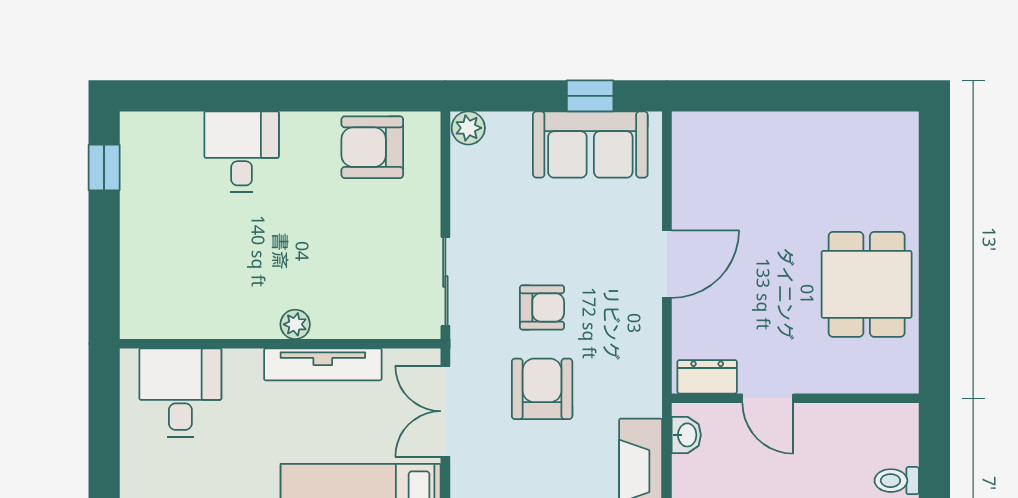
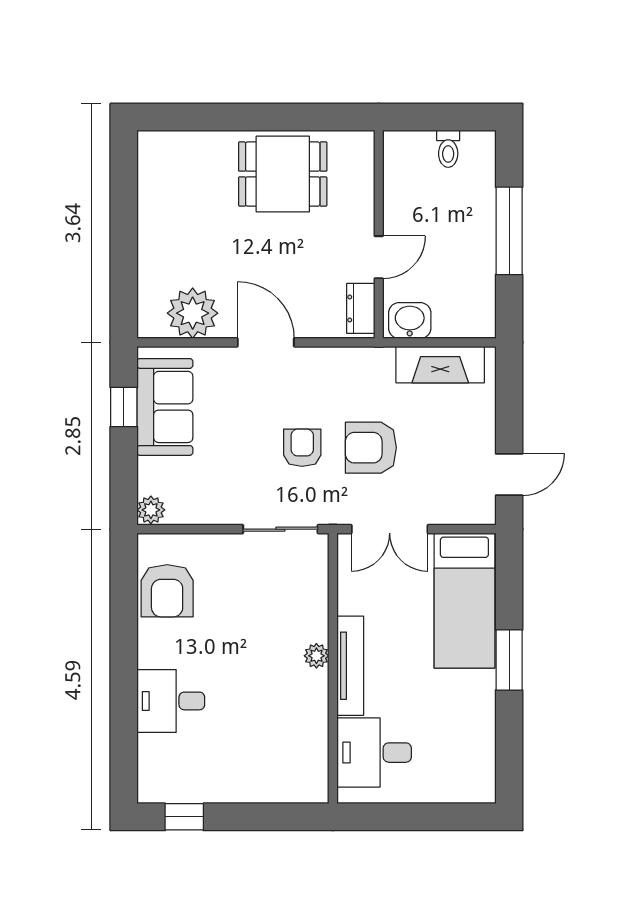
plant: (702, 177) -> (193, 313), added
tv unit: (323, 364) -> (350, 666), moved
washbasin: (686, 435) -> (410, 321), width x1.38, depth x1.45

